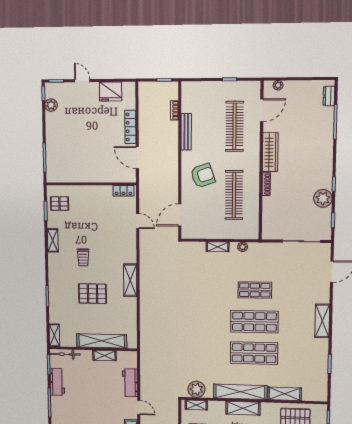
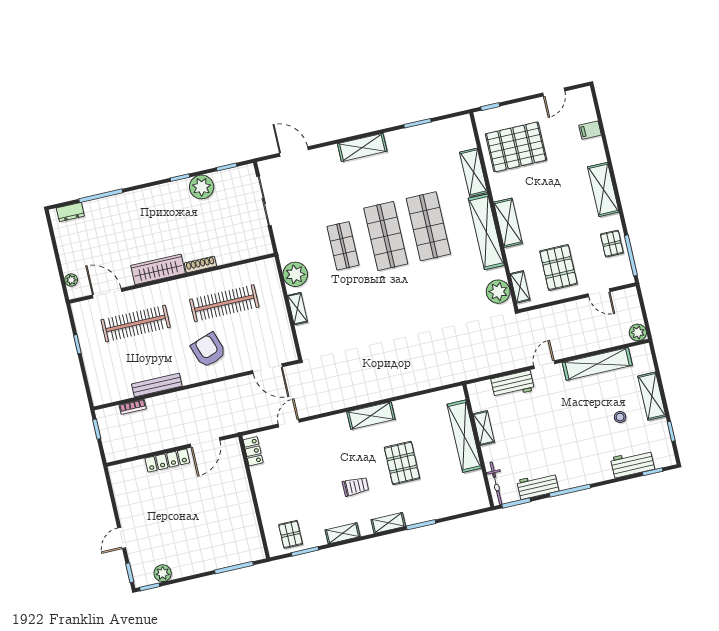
fridge: (111, 91) -> (127, 497), removed
plant: (243, 247) -> (295, 274), width x1.88, depth x1.88
shelving: (54, 335) -> (388, 523), moved

